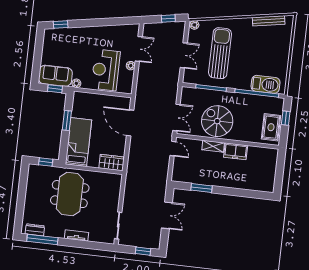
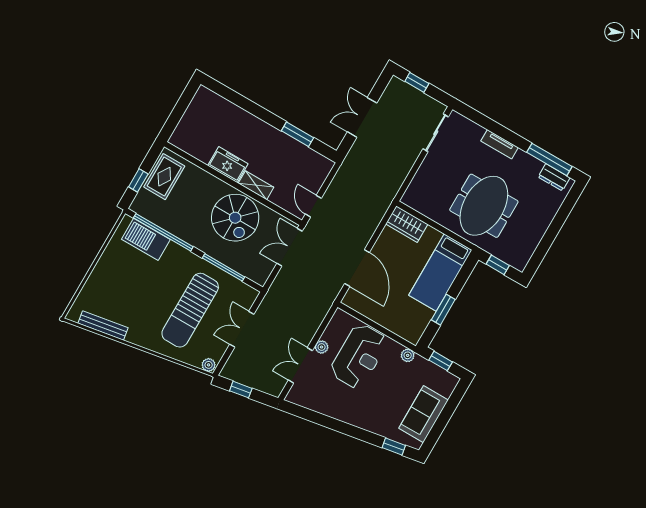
sofa: (55, 76) -> (424, 414), moved, turned 90

